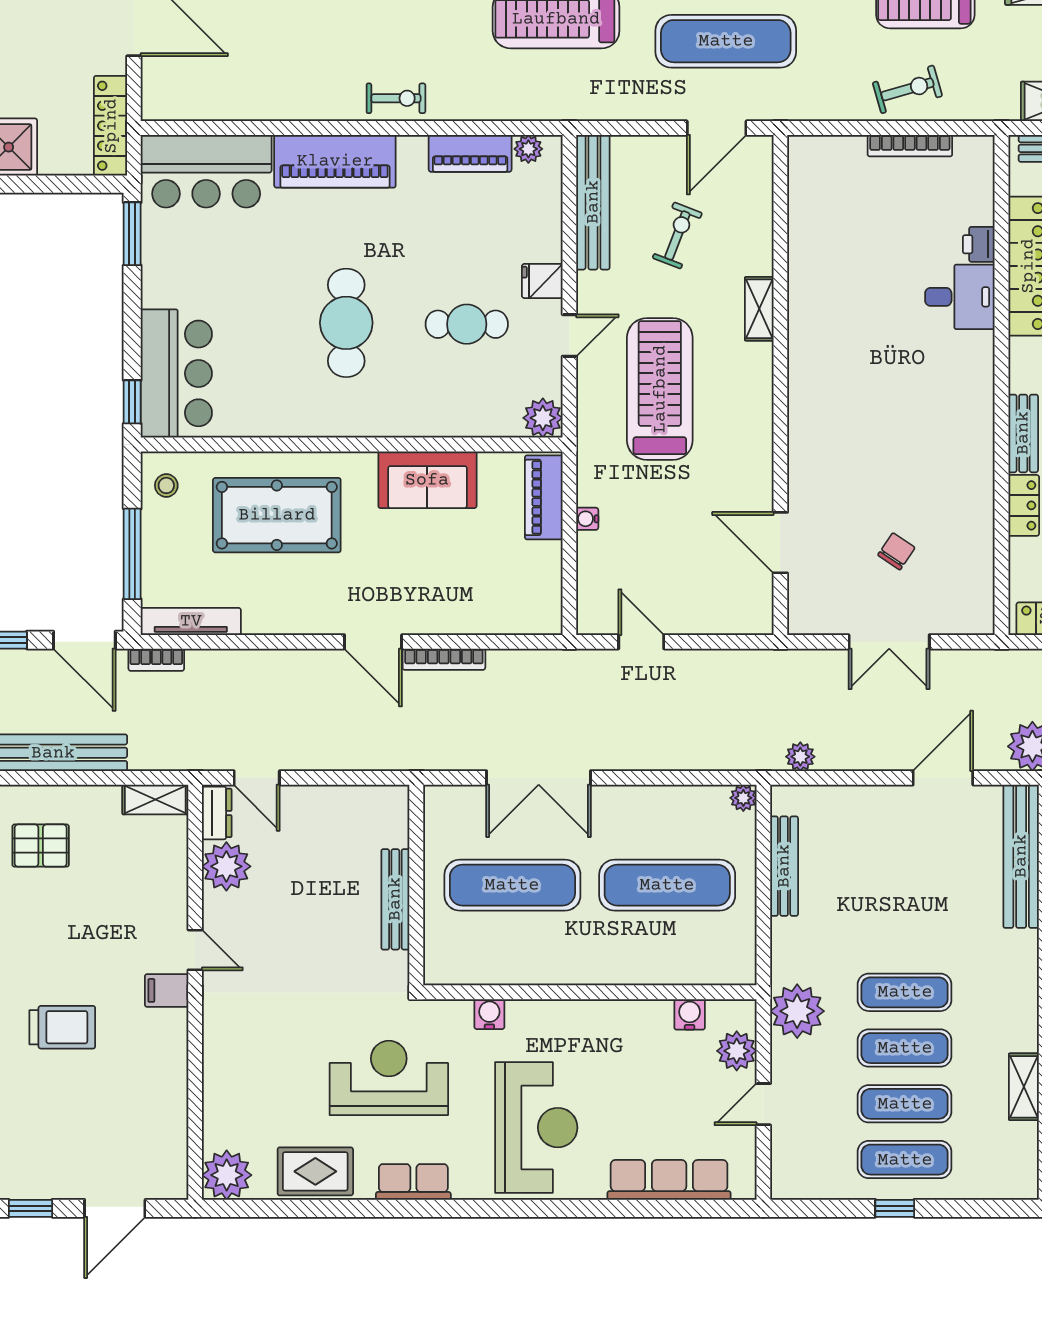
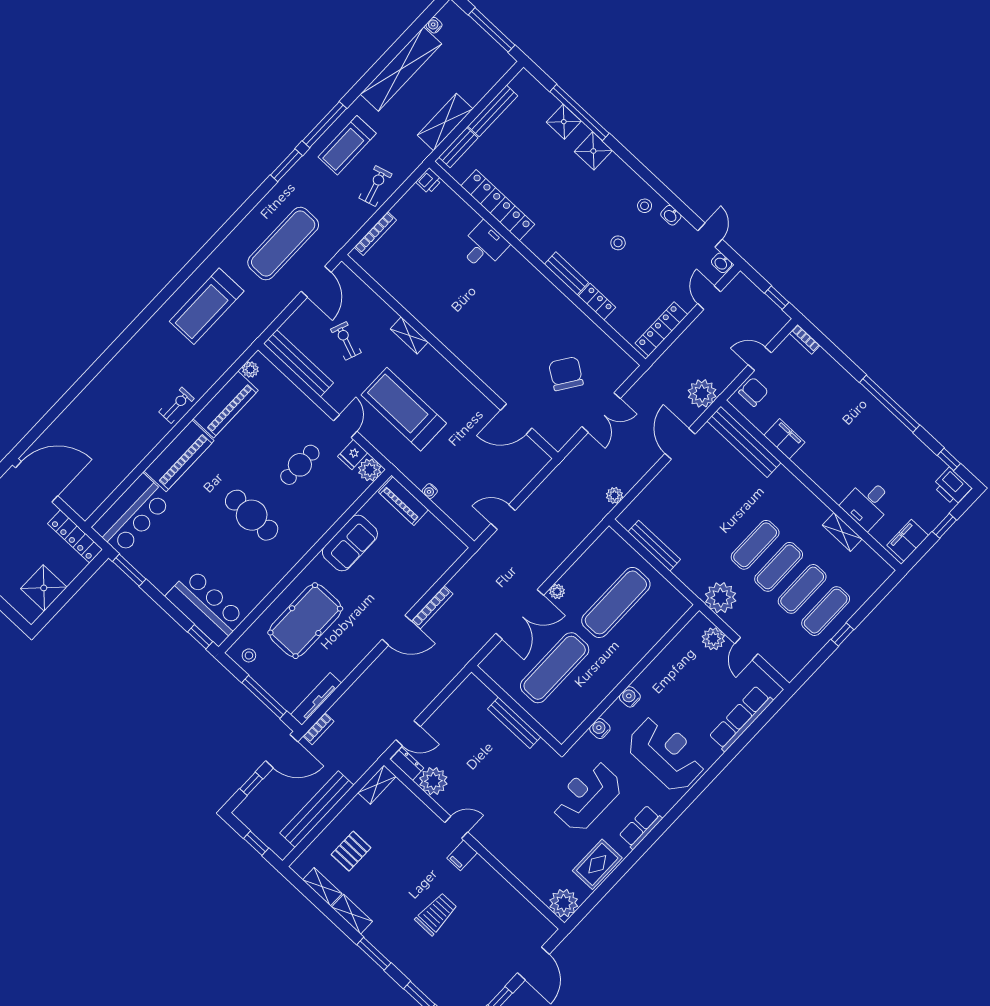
bookcase: (910, 146) -> (375, 234), moved
piano: (470, 153) -> (226, 405), width x1.37, depth x1.33
printer: (979, 244) -> (429, 181), moved, turned -90
fridge: (542, 281) -> (353, 454), moved
chair: (896, 551) -> (566, 374), width x1.87, depth x1.87
plant: (743, 798) -> (557, 591), moved
water cooler: (690, 1014) -> (630, 697), moved

